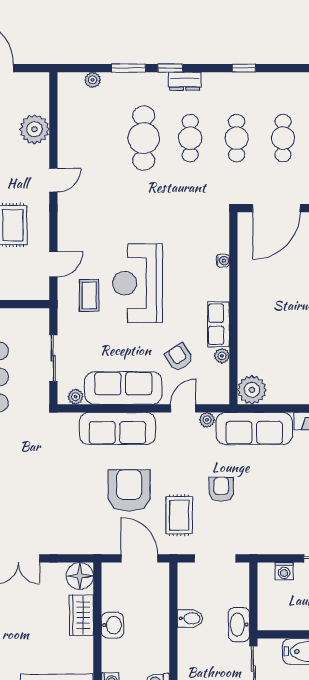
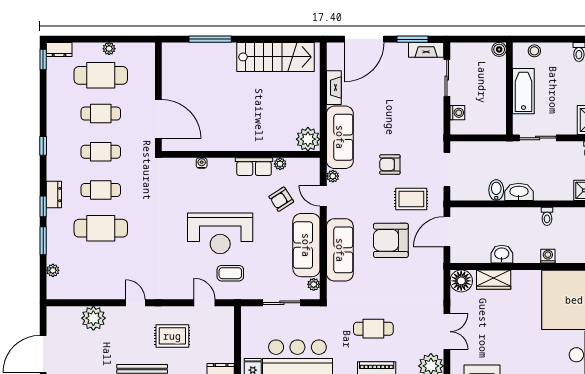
cafe table: (22, 469) -> (373, 329), added
washbasin: (239, 625) -> (519, 192), moved, turned 180

